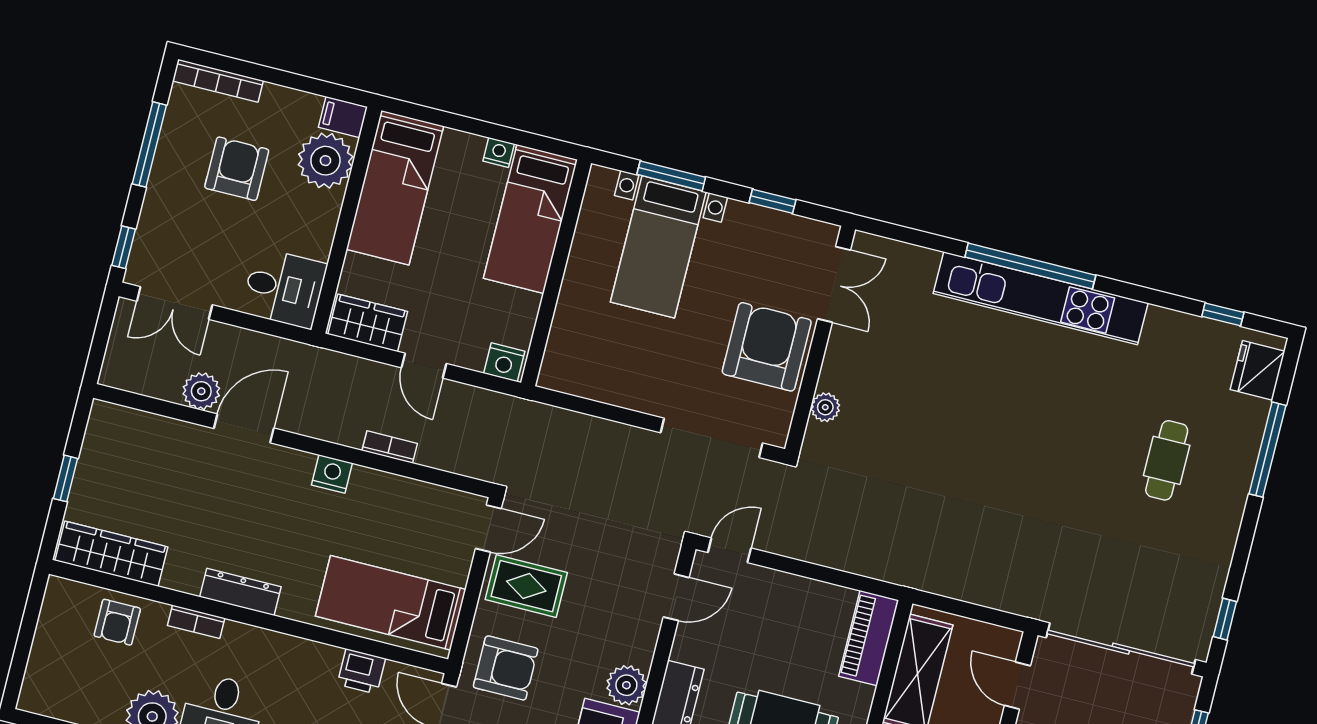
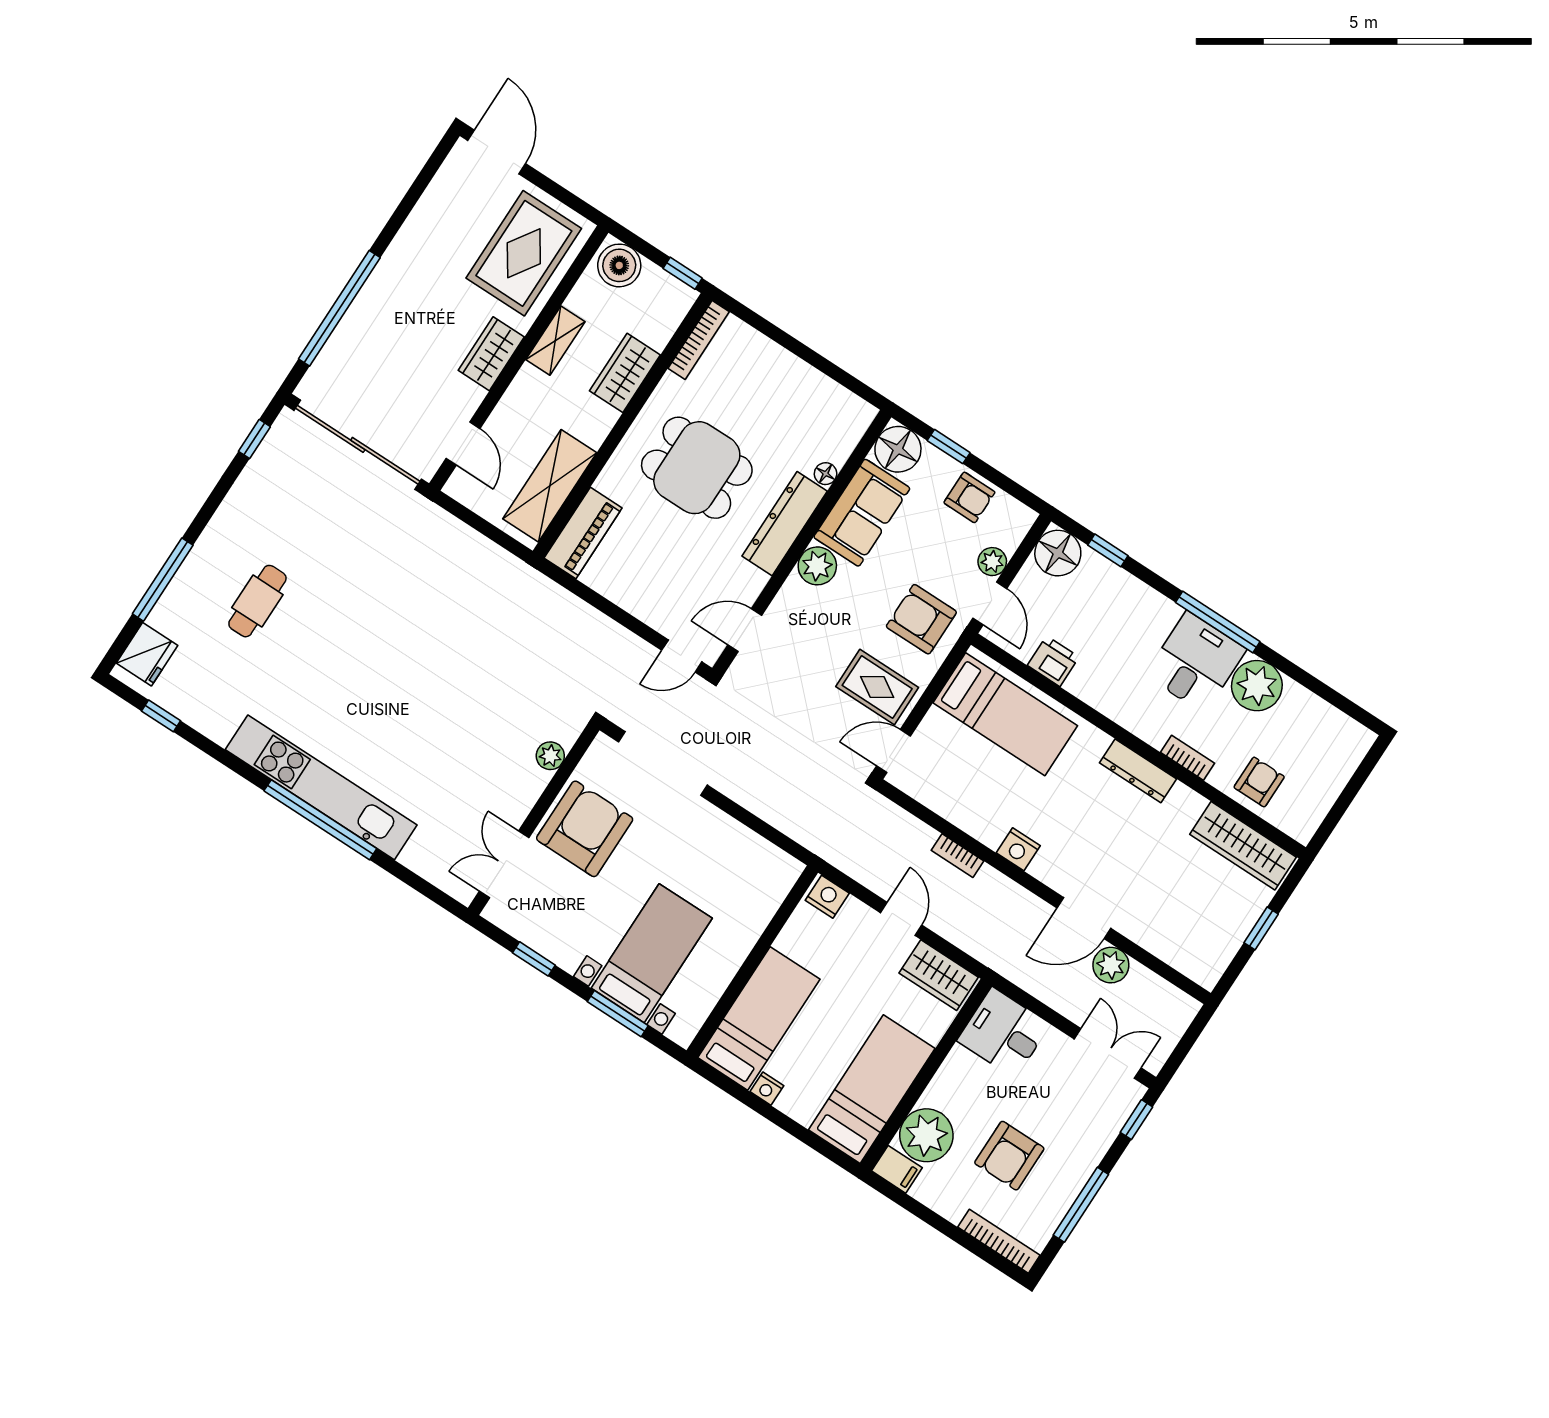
armchair: (767, 347) -> (585, 829), turned 180

